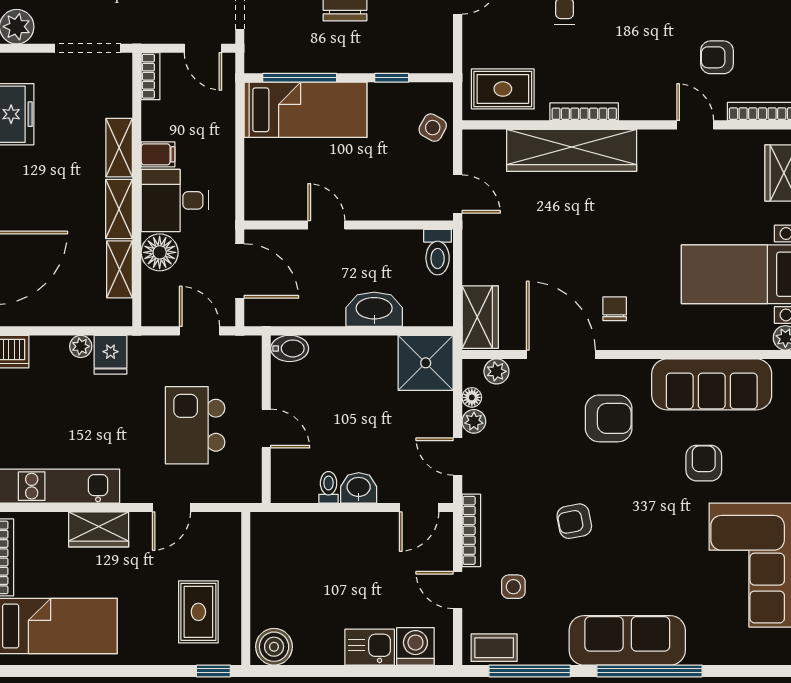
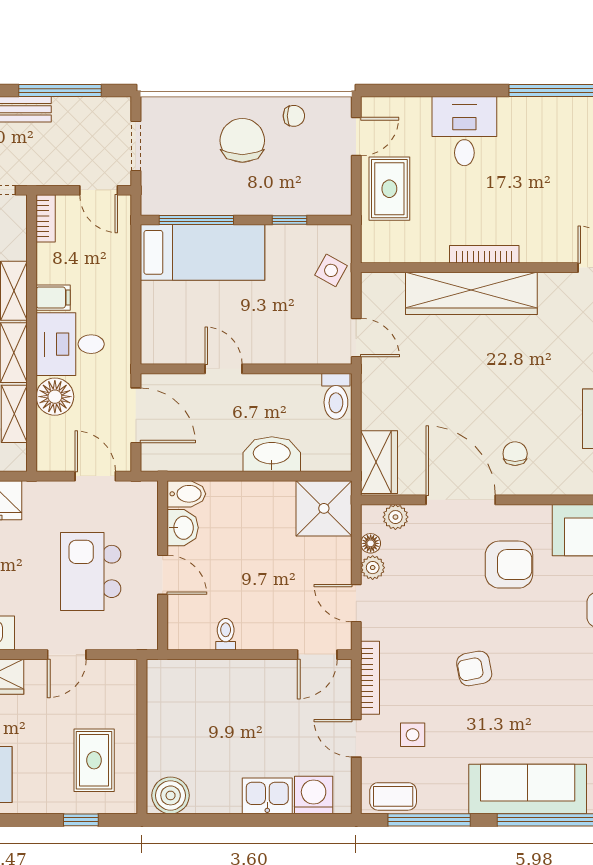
rug: (503, 89) -> (389, 189), moved, turned 90
washbasin: (359, 488) -> (183, 528), moved, turned 90
window: (213, 671) -> (81, 820), moved

